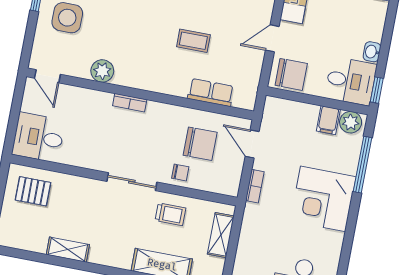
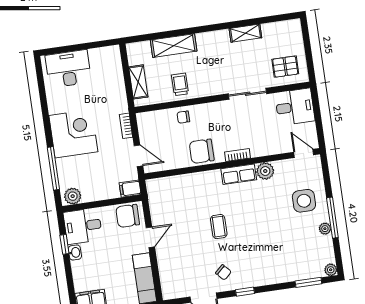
coffee table: (193, 41) -> (219, 227), moved, turned 90
window: (377, 90) -> (64, 244), moved
row of seats: (211, 92) -> (239, 174), moved
filing cabinet: (328, 120) -> (130, 189), moved, turned -90
chair: (200, 144) -> (202, 151), moved
sliding door: (132, 182) -> (248, 94), moved
trolley: (170, 214) -> (180, 84), turned 90

